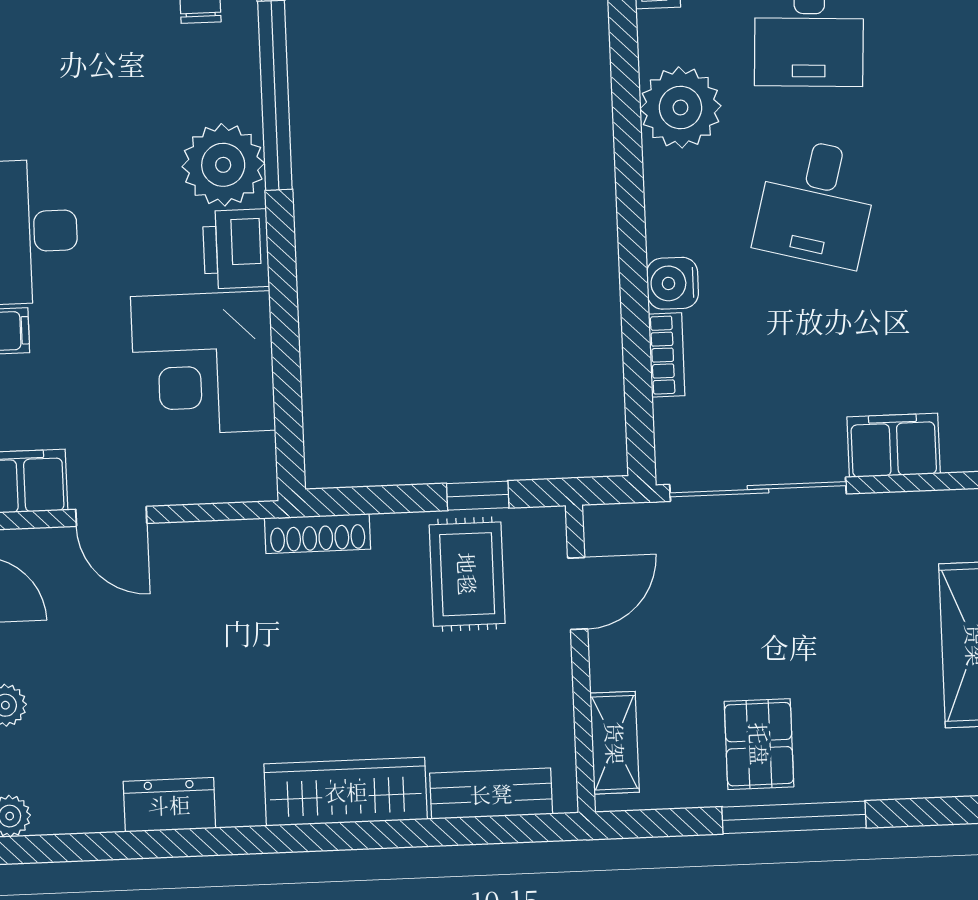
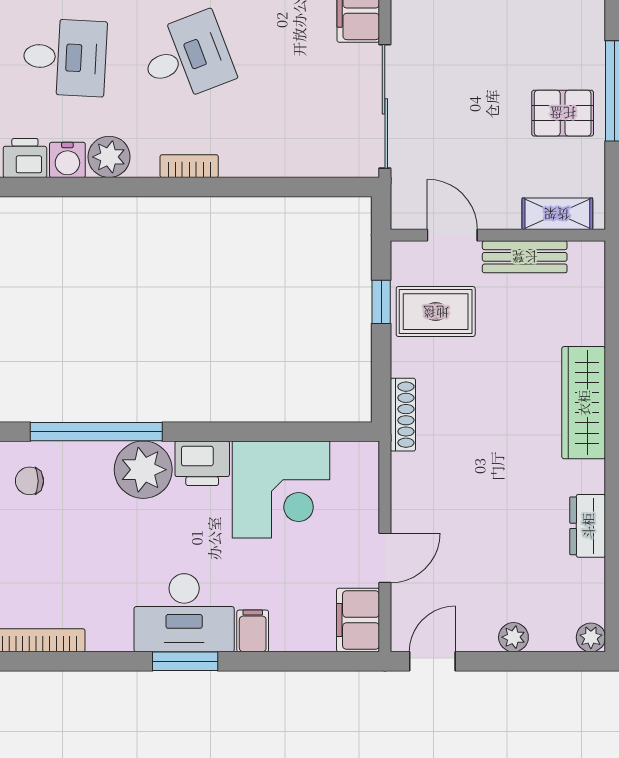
plant: (680, 107) -> (109, 157), width x0.73, depth x0.73
desk: (816, 202) -> (187, 57), turned -36
water cooler: (673, 283) -> (67, 160), moved
bookcase: (667, 355) -> (189, 166), moved
bench: (491, 794) -> (525, 257), moved, turned 90

